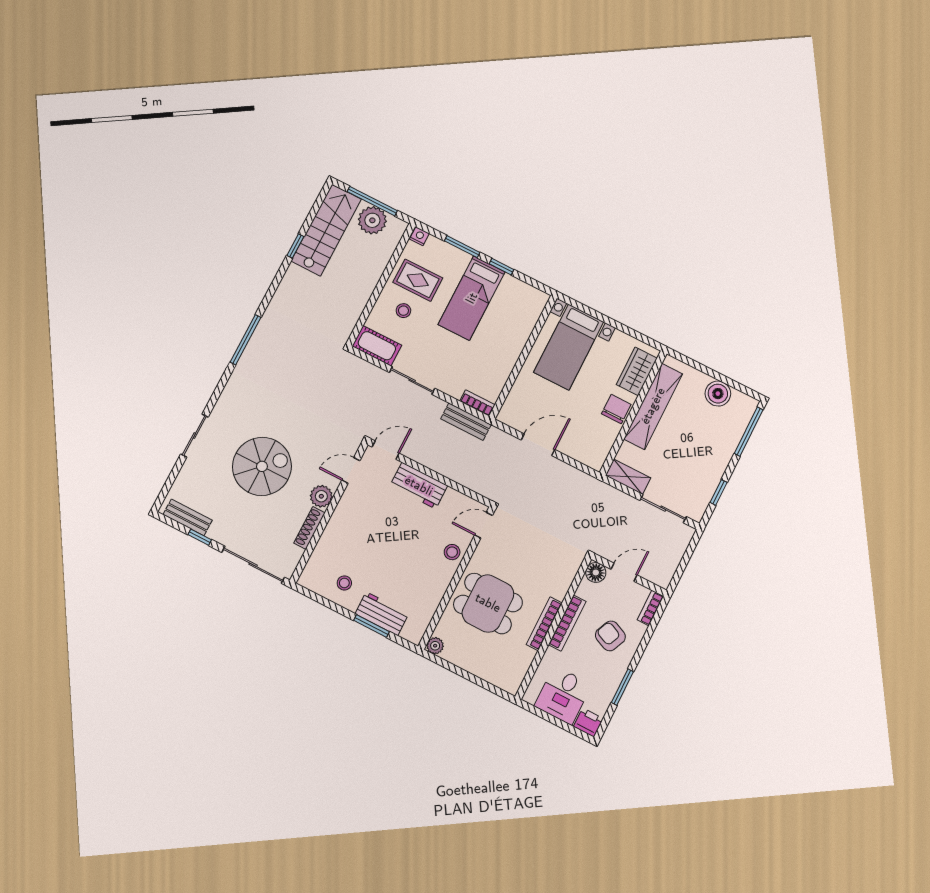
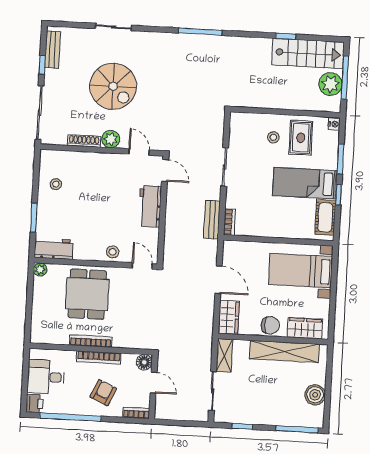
cot: (377, 346) -> (325, 217), moved
wardrobe: (586, 452) -> (229, 317), added
workbench: (382, 614) -> (54, 249), moved, turned -90
window: (622, 687) -> (71, 417), width x2.11

